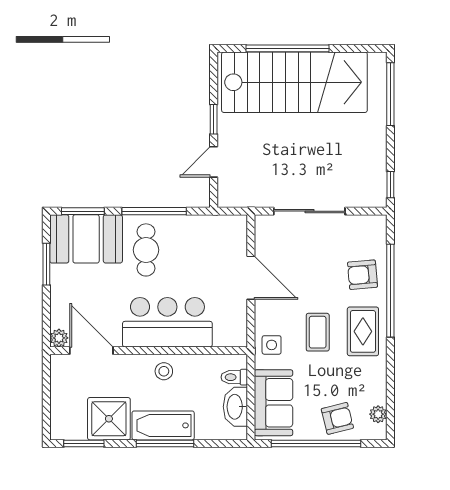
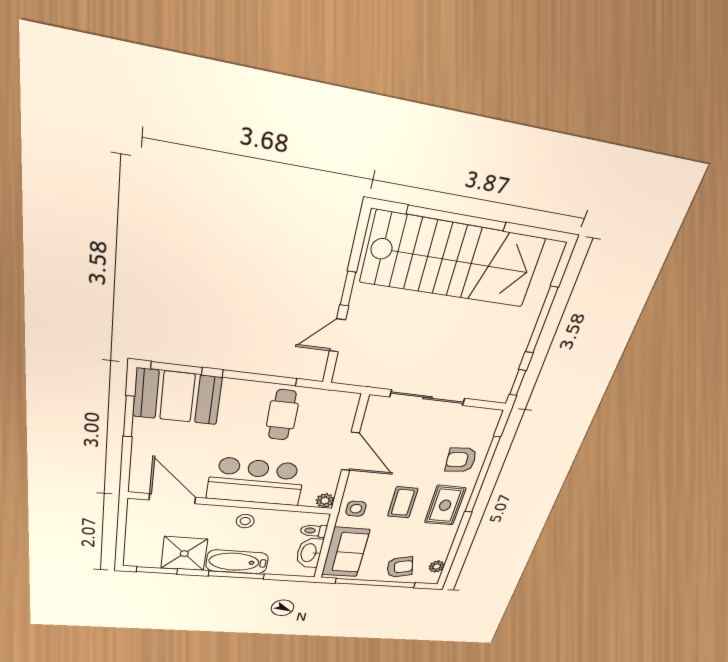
window: (390, 94) -> (541, 320), moved
cafe table: (146, 250) -> (282, 415), moved
plant: (59, 338) -> (325, 501), moved

